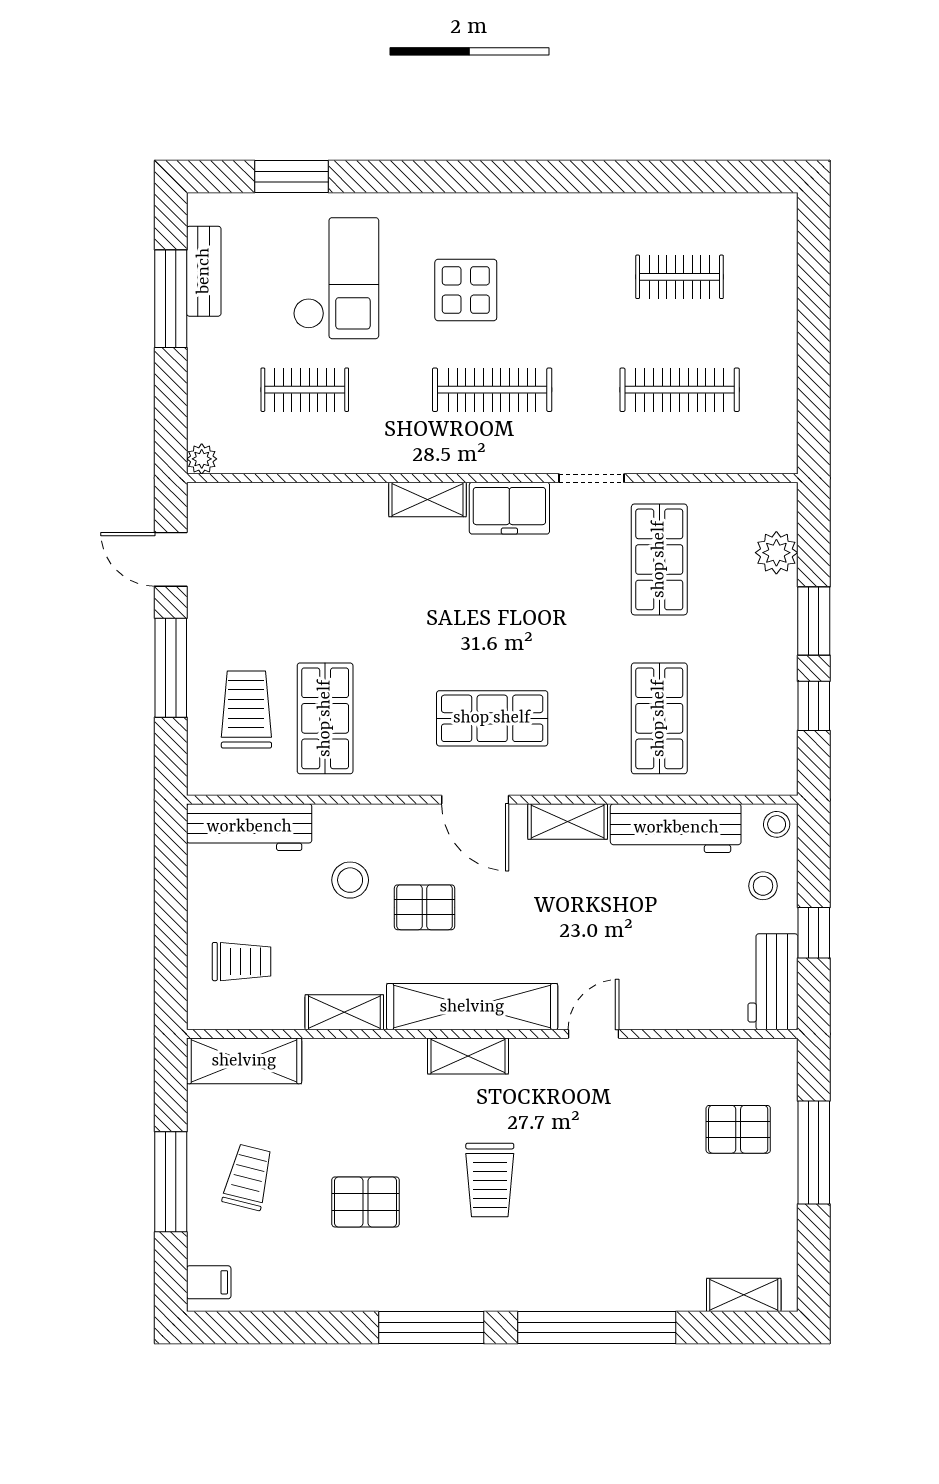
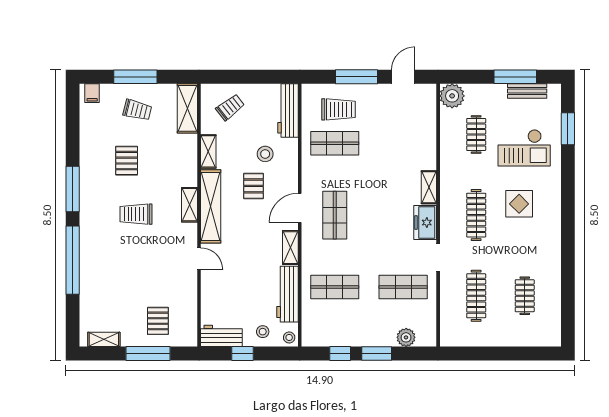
plant: (202, 459) -> (452, 96), width x1.87, depth x1.87
trolley: (242, 962) -> (230, 107), turned -128
shelving: (744, 1295) -> (104, 339), moved, turned 90

